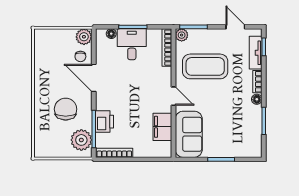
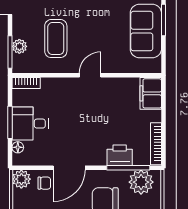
plant: (182, 35) -> (19, 46), moved
bookcase: (167, 48) -> (26, 83), width x0.64
coffee table: (205, 66) -> (56, 39), width x0.73, depth x0.76
filing cabinet: (162, 127) -> (151, 93), moved, turned 90
sofa: (189, 134) -> (146, 31), moved, turned -90

